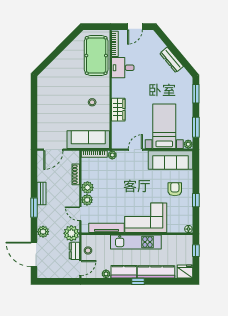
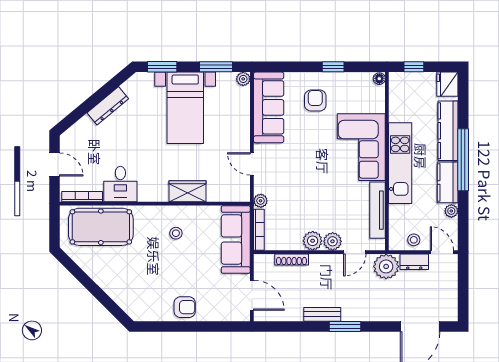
armchair: (46, 108) -> (185, 307), added
bed with nightstands: (164, 126) -> (185, 108), moved, turned -90
armchair: (175, 189) -> (315, 101), turned 90
plant: (43, 232) -> (384, 312), removed
window: (138, 281) -> (463, 160), width x3.17

